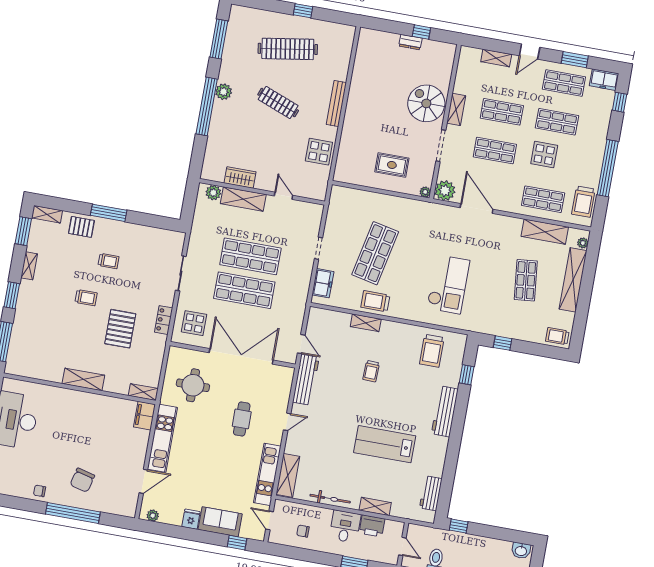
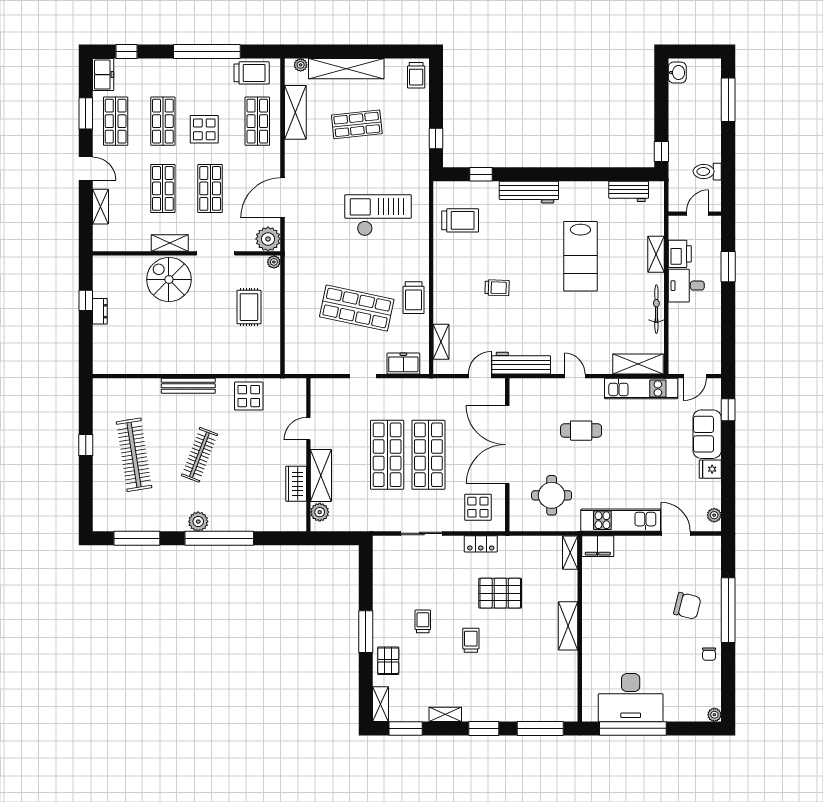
spiral stairs: (426, 103) -> (169, 279), turned 90
shelving: (366, 323) -> (441, 342), moved
chair: (303, 531) -> (701, 334), removed

